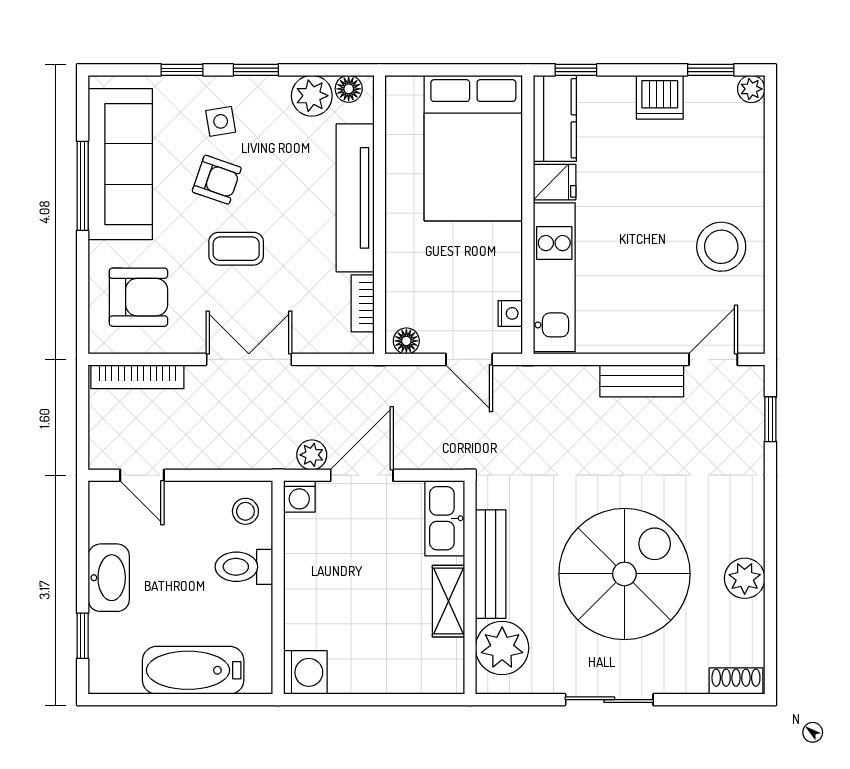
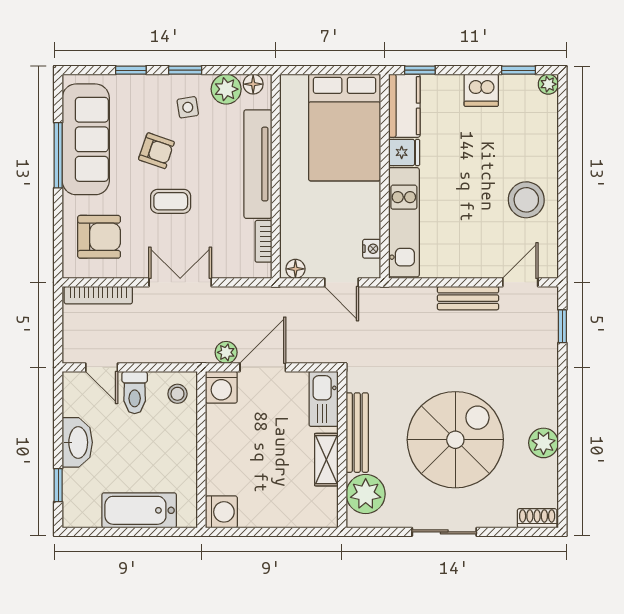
side table: (221, 121) -> (188, 107), moved
washing machine: (299, 496) -> (221, 387), width x1.38, depth x1.38
toilet: (244, 567) -> (135, 392), moved, turned -90

